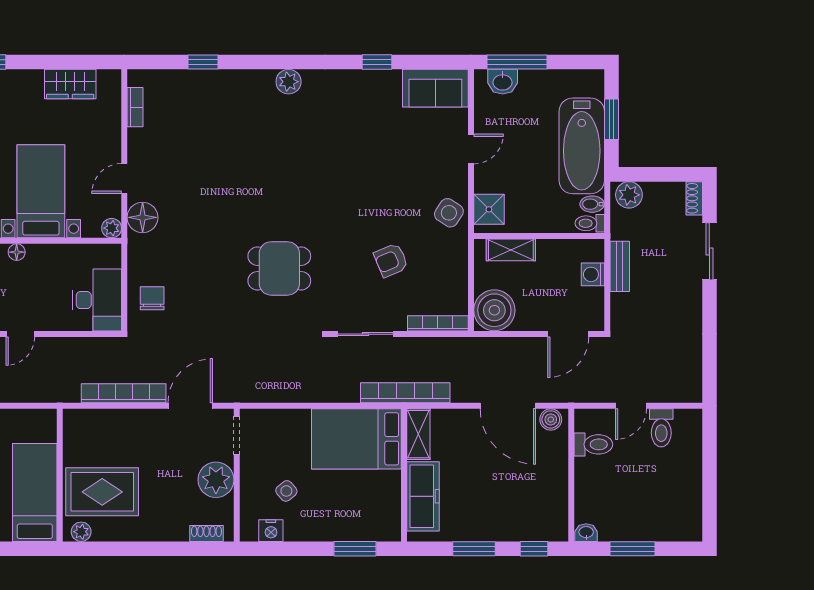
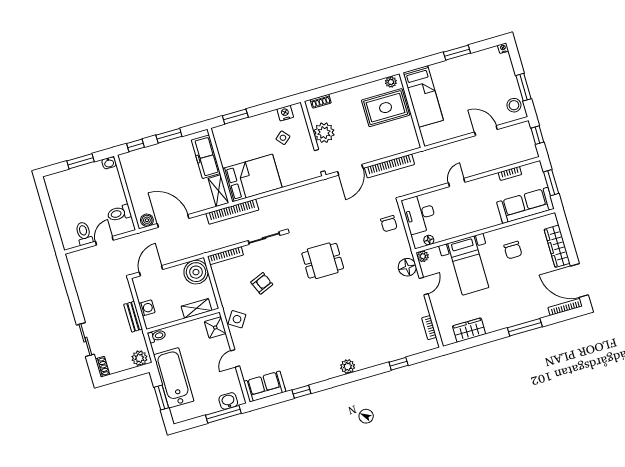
bidet: (592, 204) -> (159, 347), removed
floor lamp: (17, 252) -> (429, 240), moved

